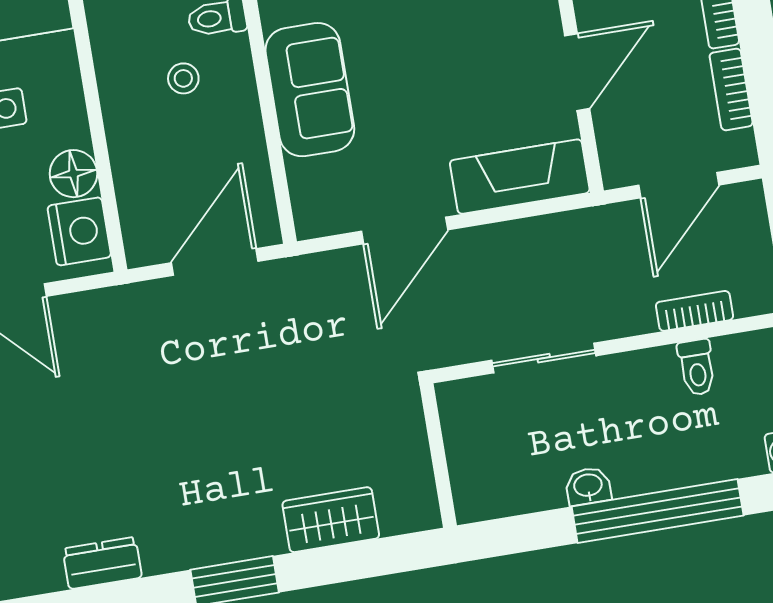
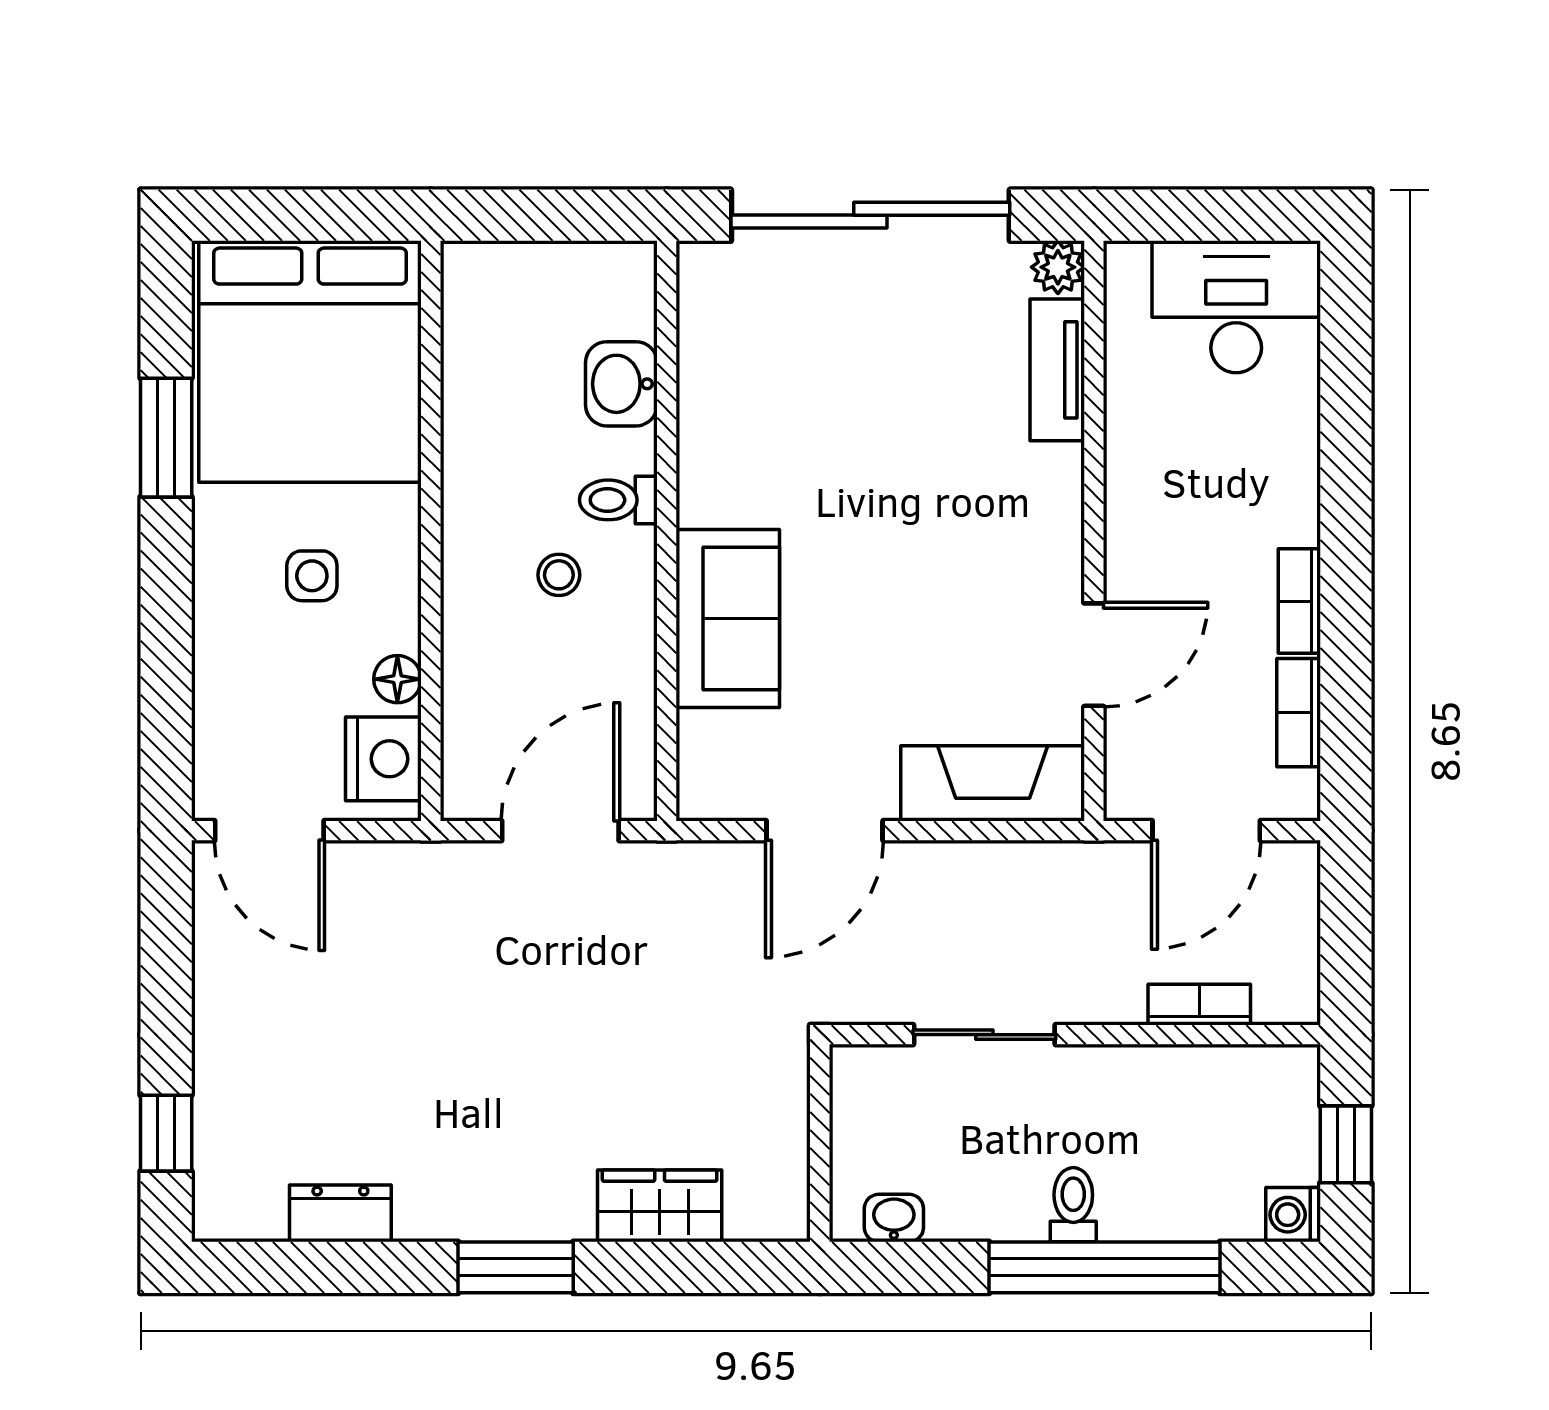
floor lamp: (73, 174) -> (397, 679), width x0.73, depth x0.73
toilet: (697, 367) -> (1073, 1205), moved, turned 180
washbasin: (588, 486) -> (894, 1218), moved

